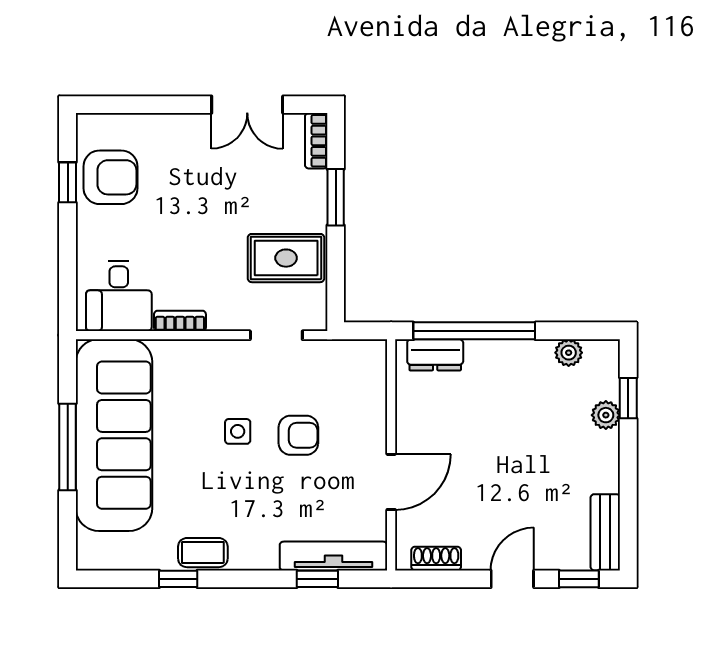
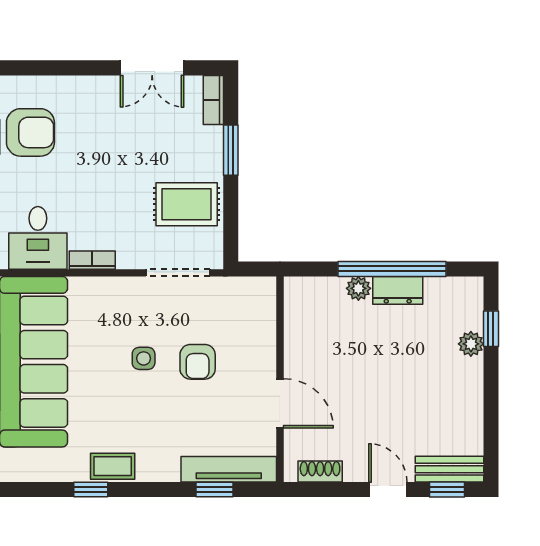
window: (474, 331) -> (392, 269), moved
doorway: (276, 335) -> (178, 273), width x1.38
plant: (569, 353) -> (358, 288), moved
dresser: (435, 355) -> (398, 290), moved
armchair: (298, 435) -> (198, 362), turned 90
door: (391, 482) -> (280, 403), hinge flipped
bench: (605, 532) -> (449, 469), moved, turned 90
door: (512, 579) -> (388, 490), hinge flipped

